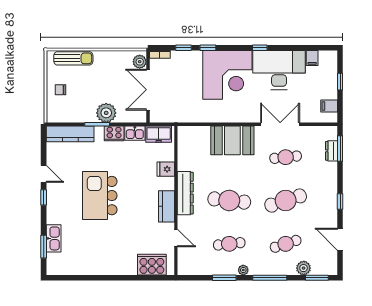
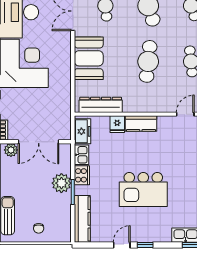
dresser: (185, 193) -> (101, 105), moved
kitchen counter: (166, 206) -> (141, 124), moved

